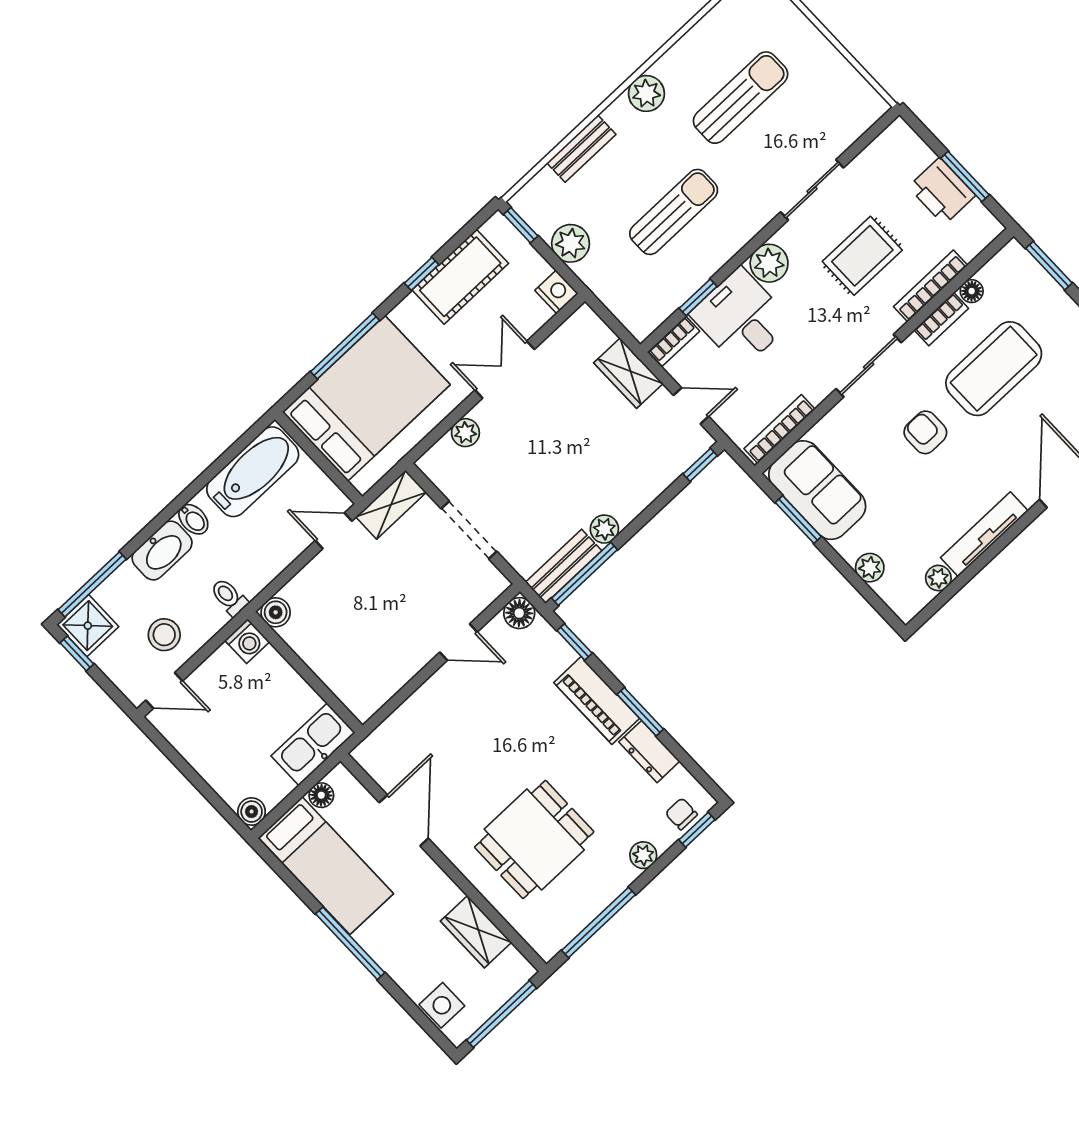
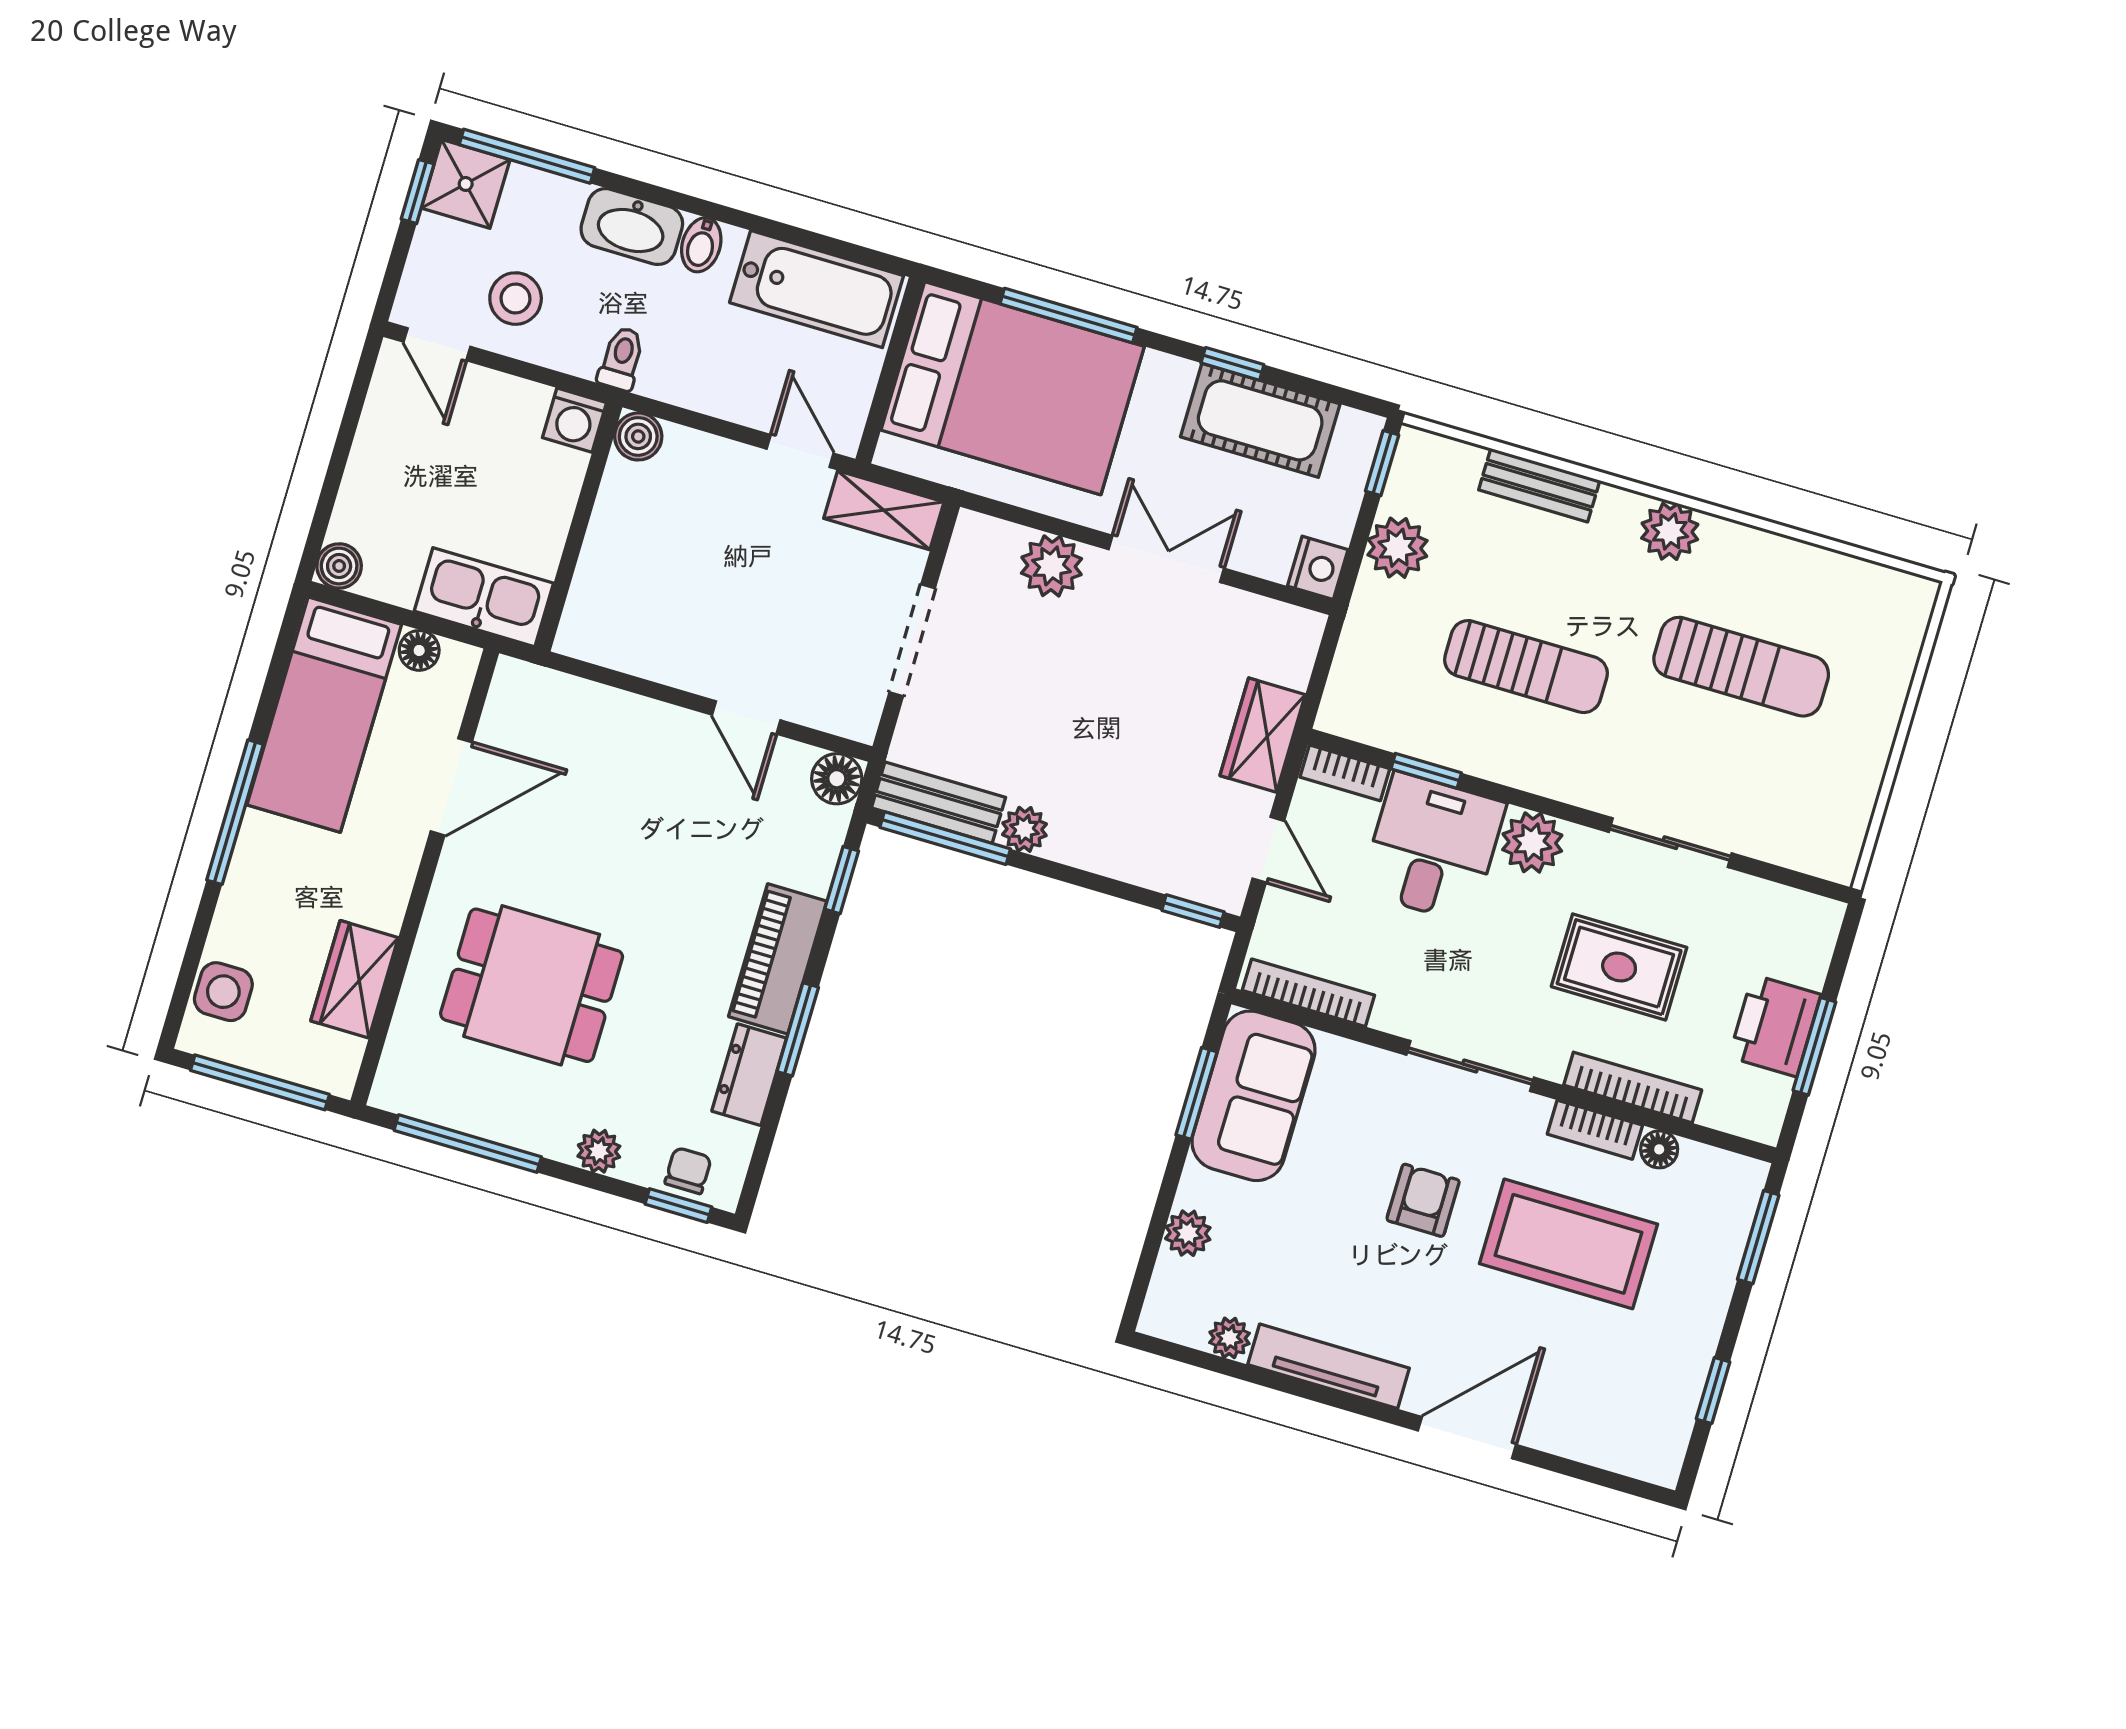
plant: (465, 433) -> (1052, 566), width x1.38, depth x1.38

